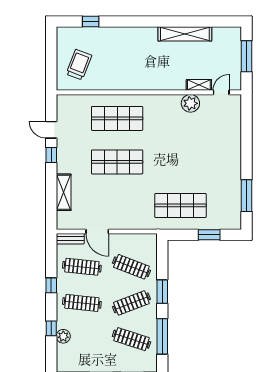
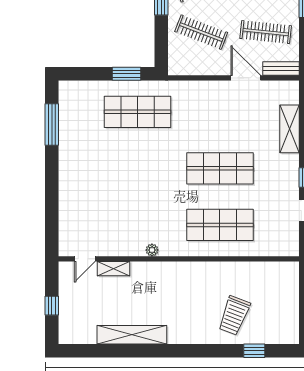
window: (246, 56) -> (52, 306), width x0.46
trolley: (79, 65) -> (234, 316), moved
plant: (190, 103) -> (152, 250), moved, width x0.53, depth x0.53
window: (209, 235) -> (127, 74), moved

